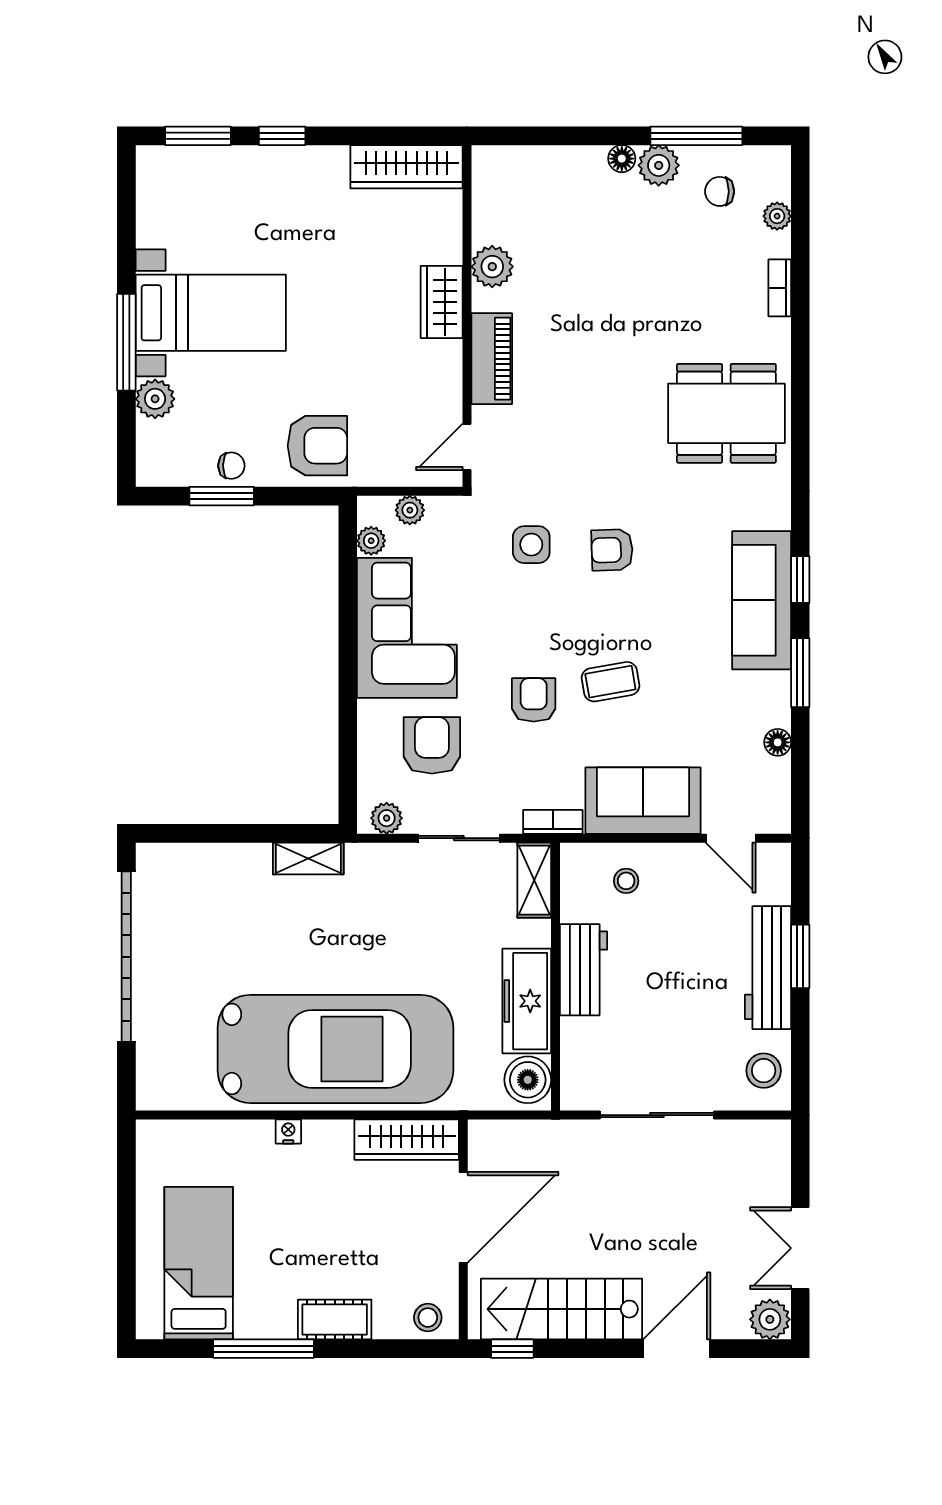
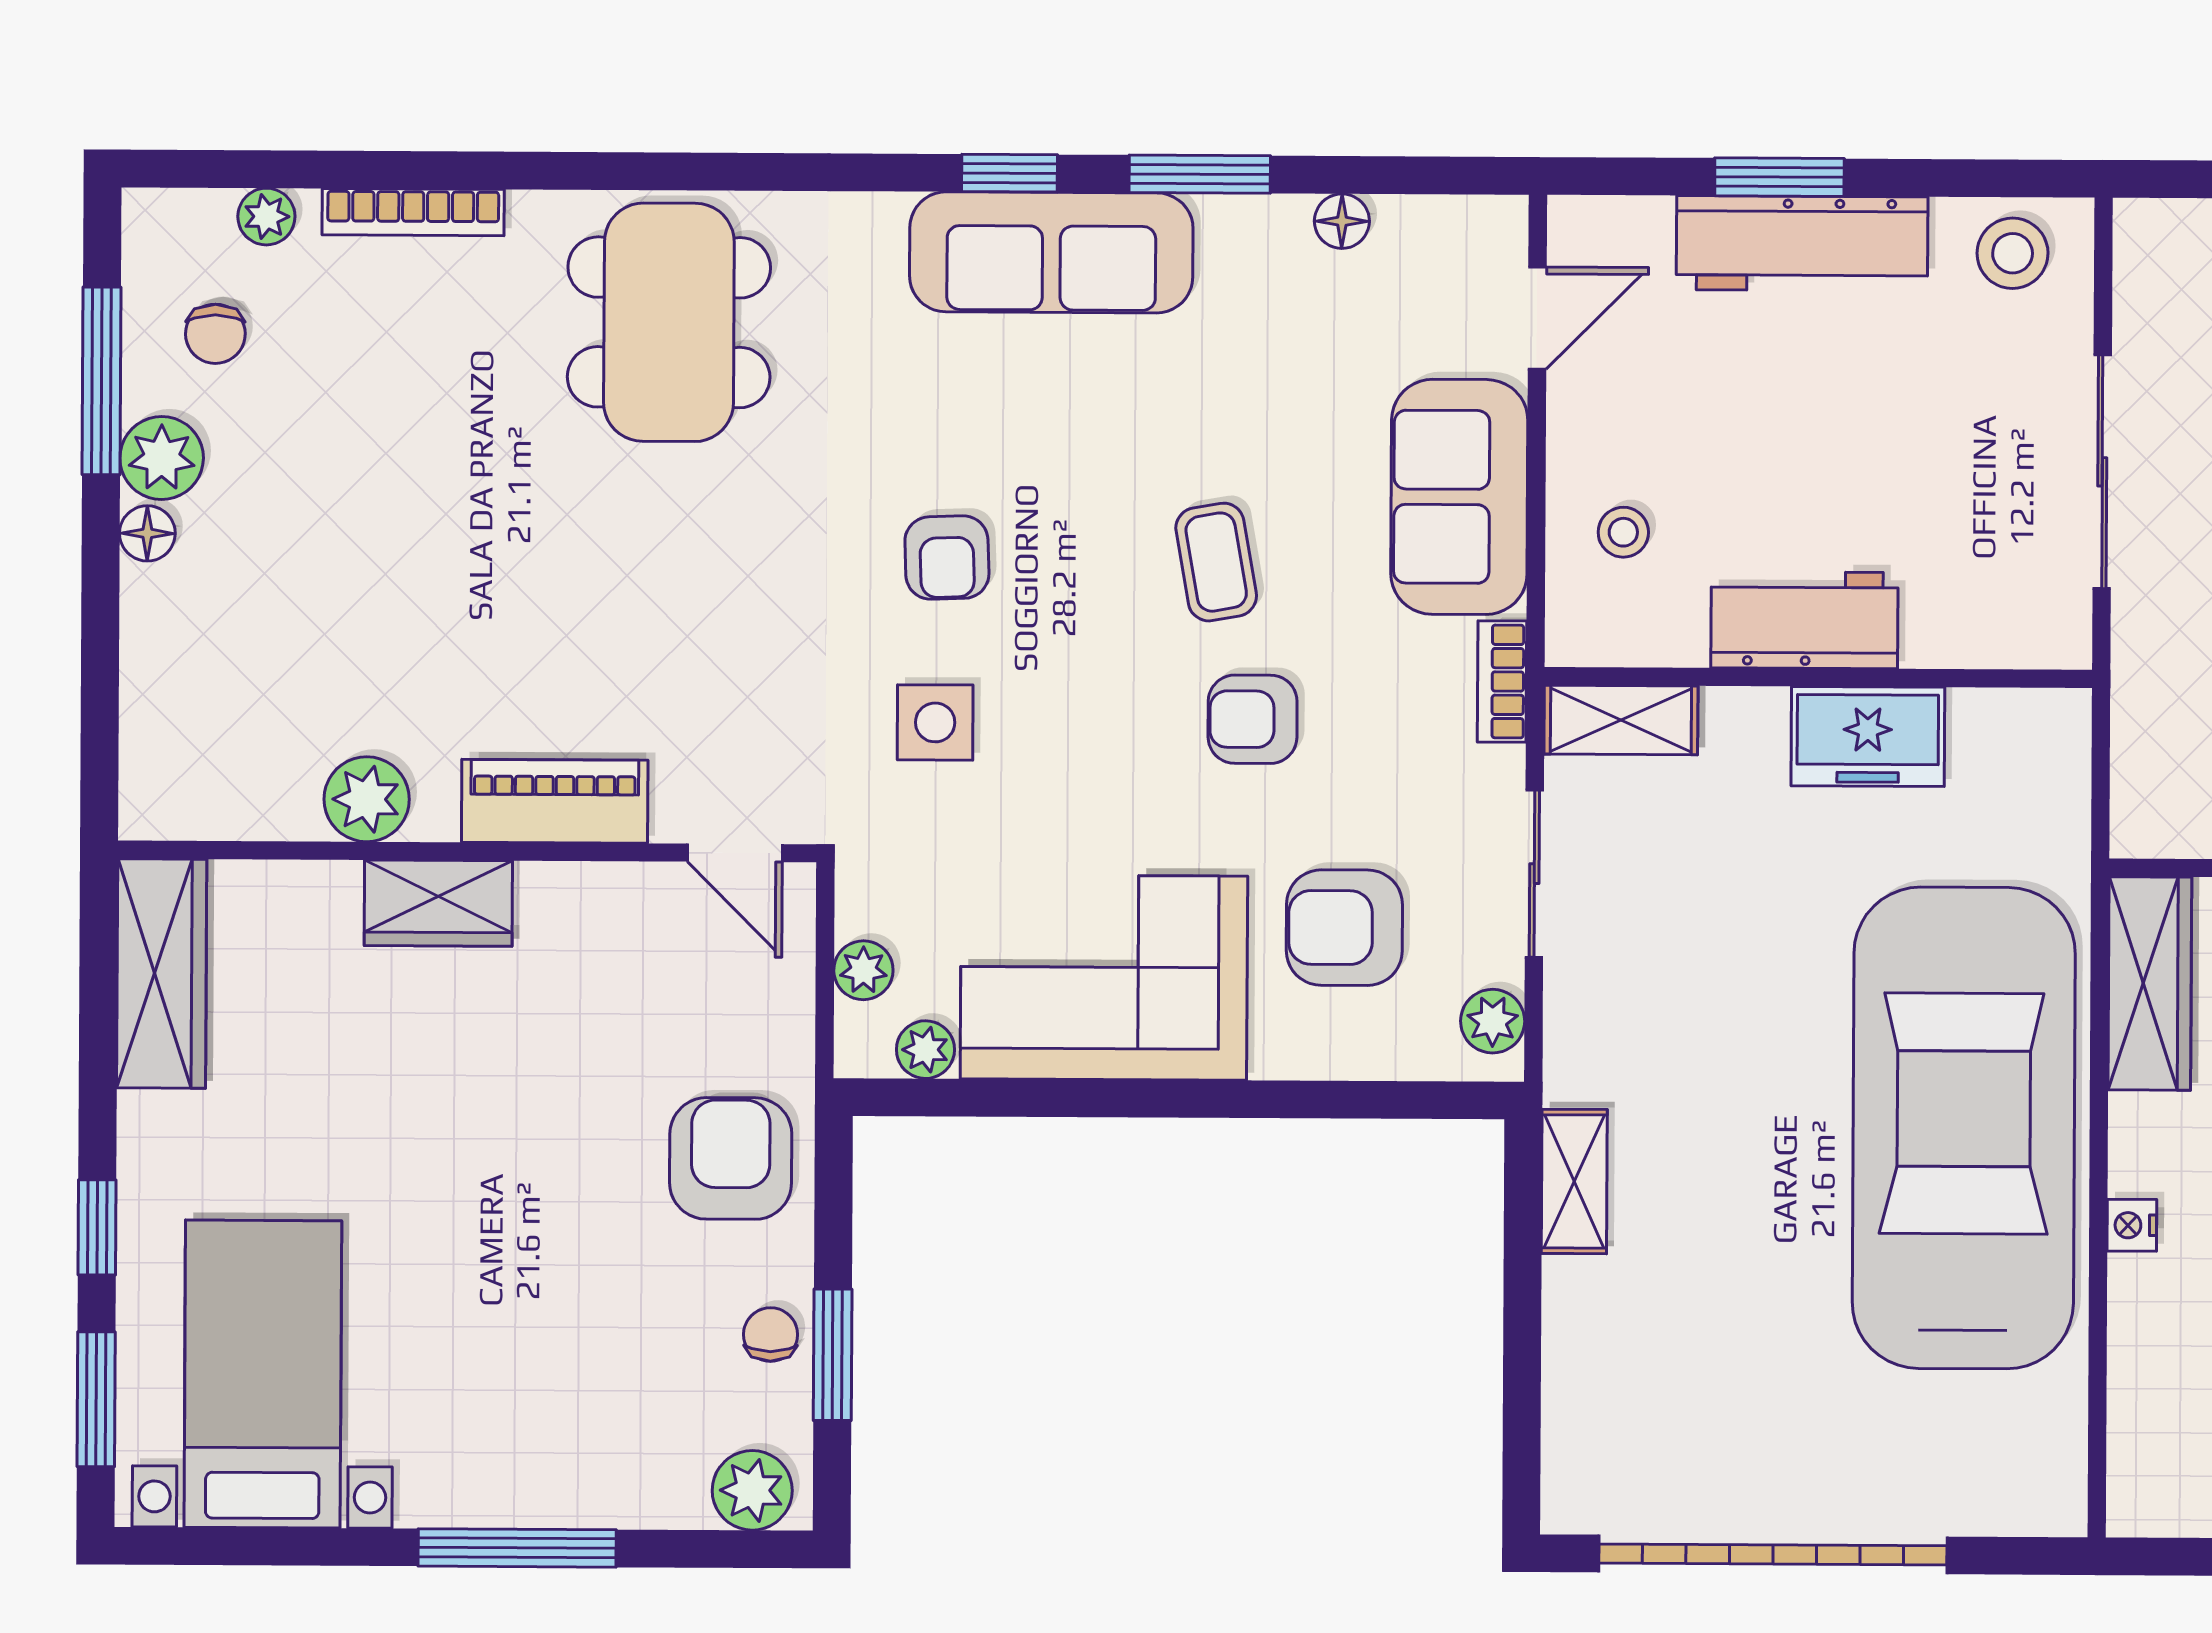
bookcase: (780, 288) -> (413, 212), width x1.56
bed with nightstands: (211, 313) -> (263, 1374), moved
plant: (155, 399) -> (752, 1490), moved
freezer: (527, 1001) -> (1868, 737), width x0.71
boiler: (528, 1080) -> (2029, 735), removed

